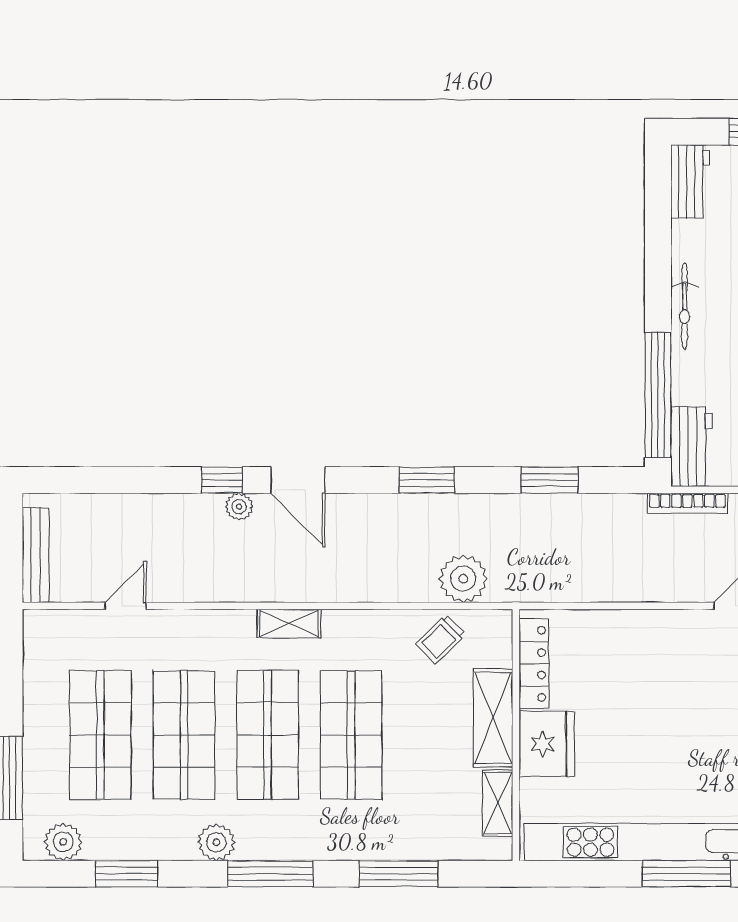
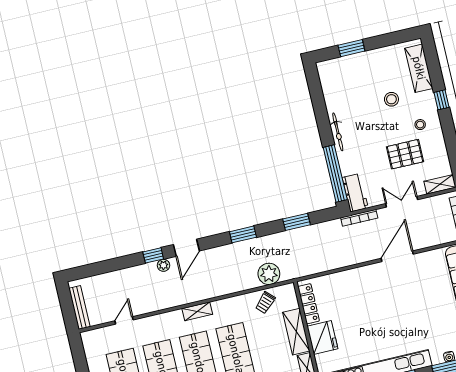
workbench: (690, 182) -> (327, 77), removed
door: (298, 480) -> (186, 248), hinge flipped

